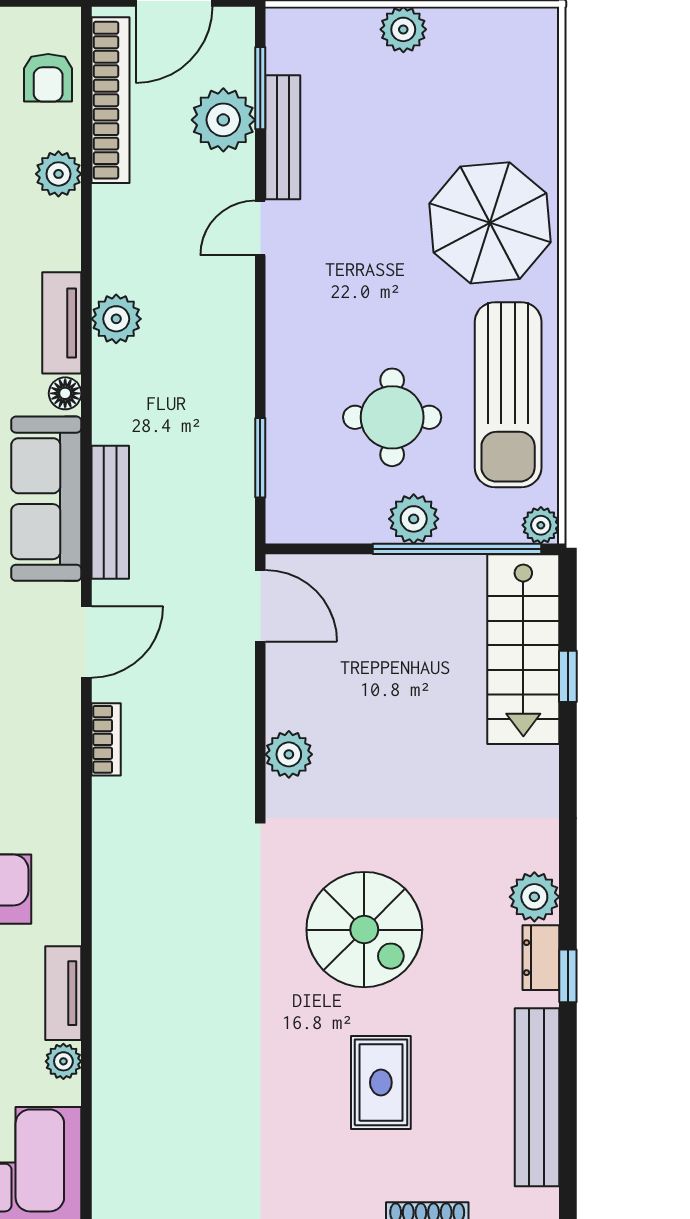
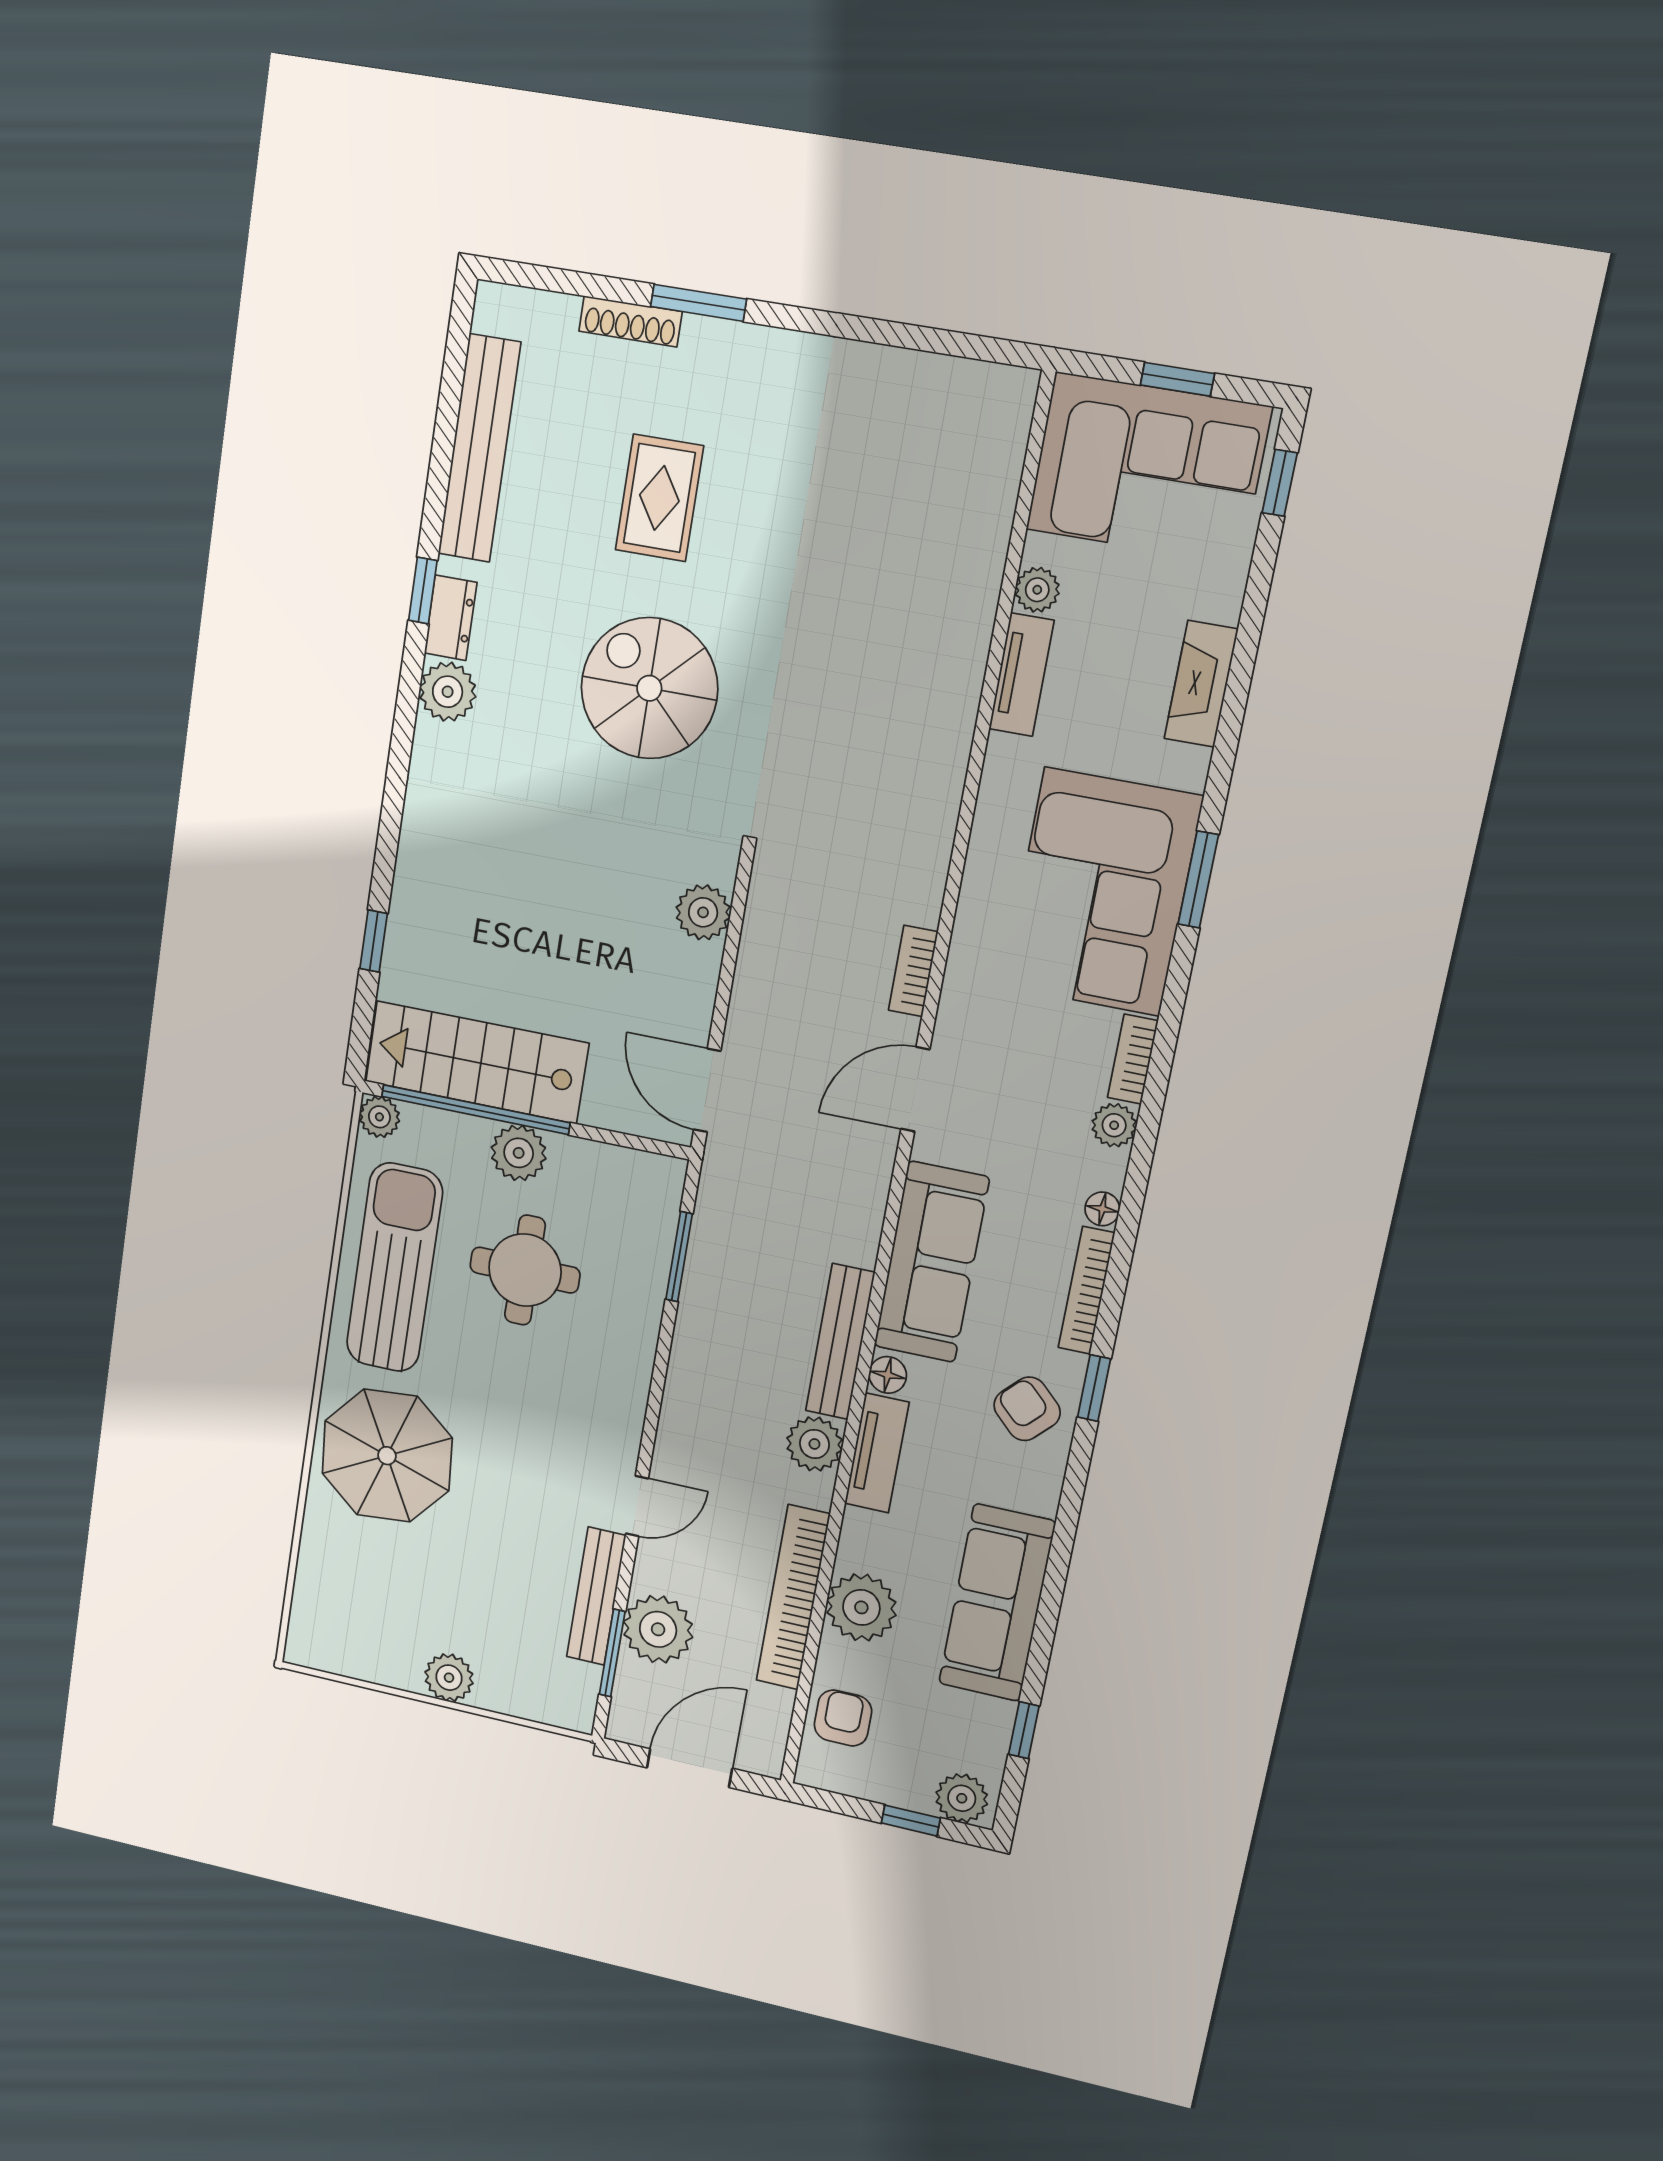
bookcase: (110, 100) -> (793, 1597), moved
plant: (58, 174) -> (861, 1607), width x1.36, depth x1.36
bench: (110, 512) -> (840, 1342), moved
stairs: (523, 649) -> (477, 1062), moved, turned -90

